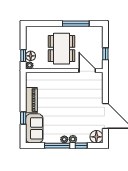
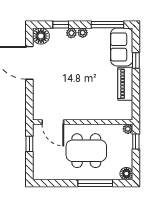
window: (76, 24) -> (95, 183), moved
dining table: (61, 49) -> (86, 151), turned 90
floor lamp: (31, 56) -> (126, 174), moved
window: (57, 146) -> (107, 25), moved

